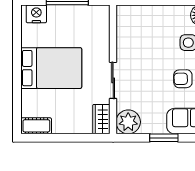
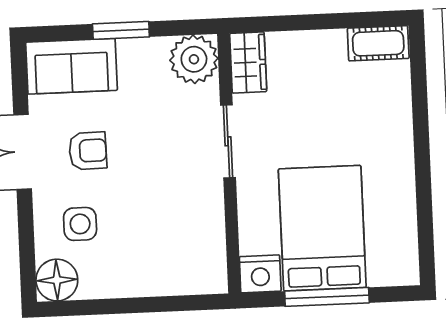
nightstand: (36, 14) -> (260, 274), moved
bed: (51, 68) -> (322, 228), moved, turned 90

